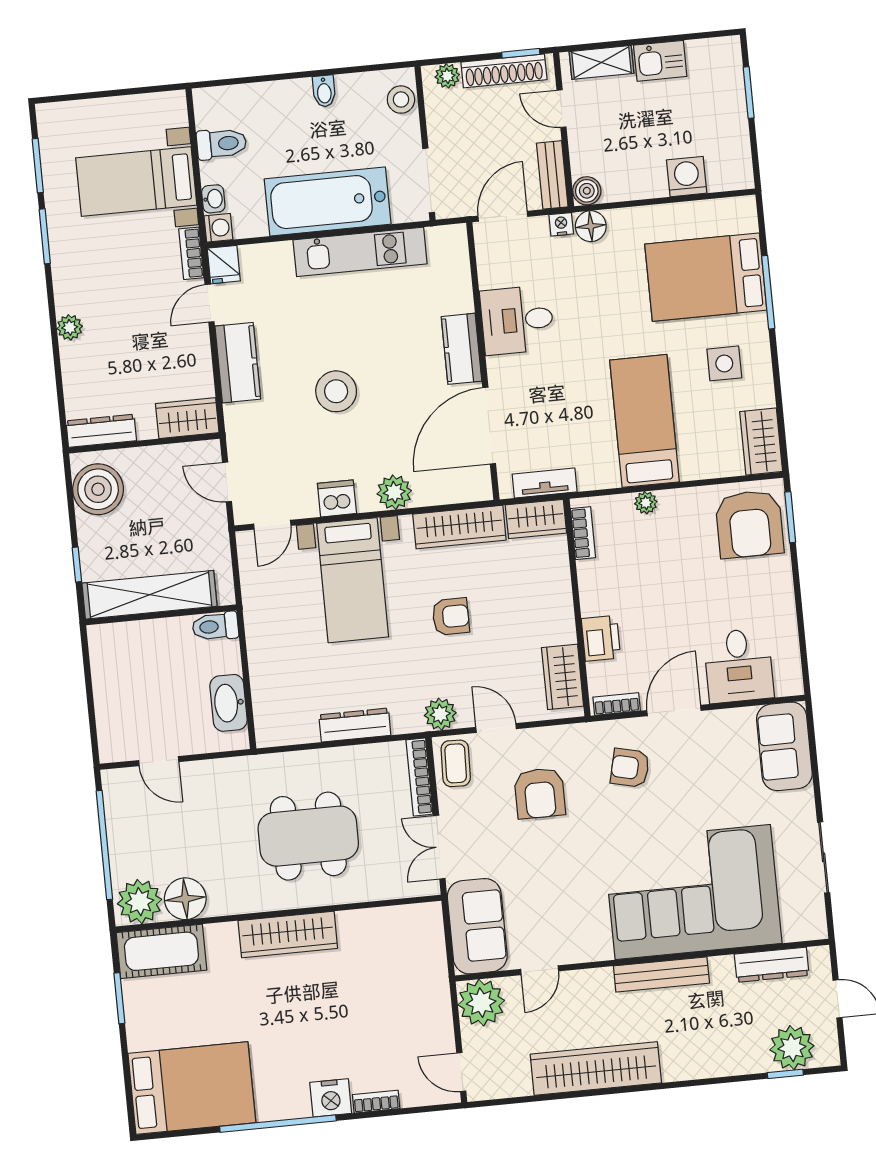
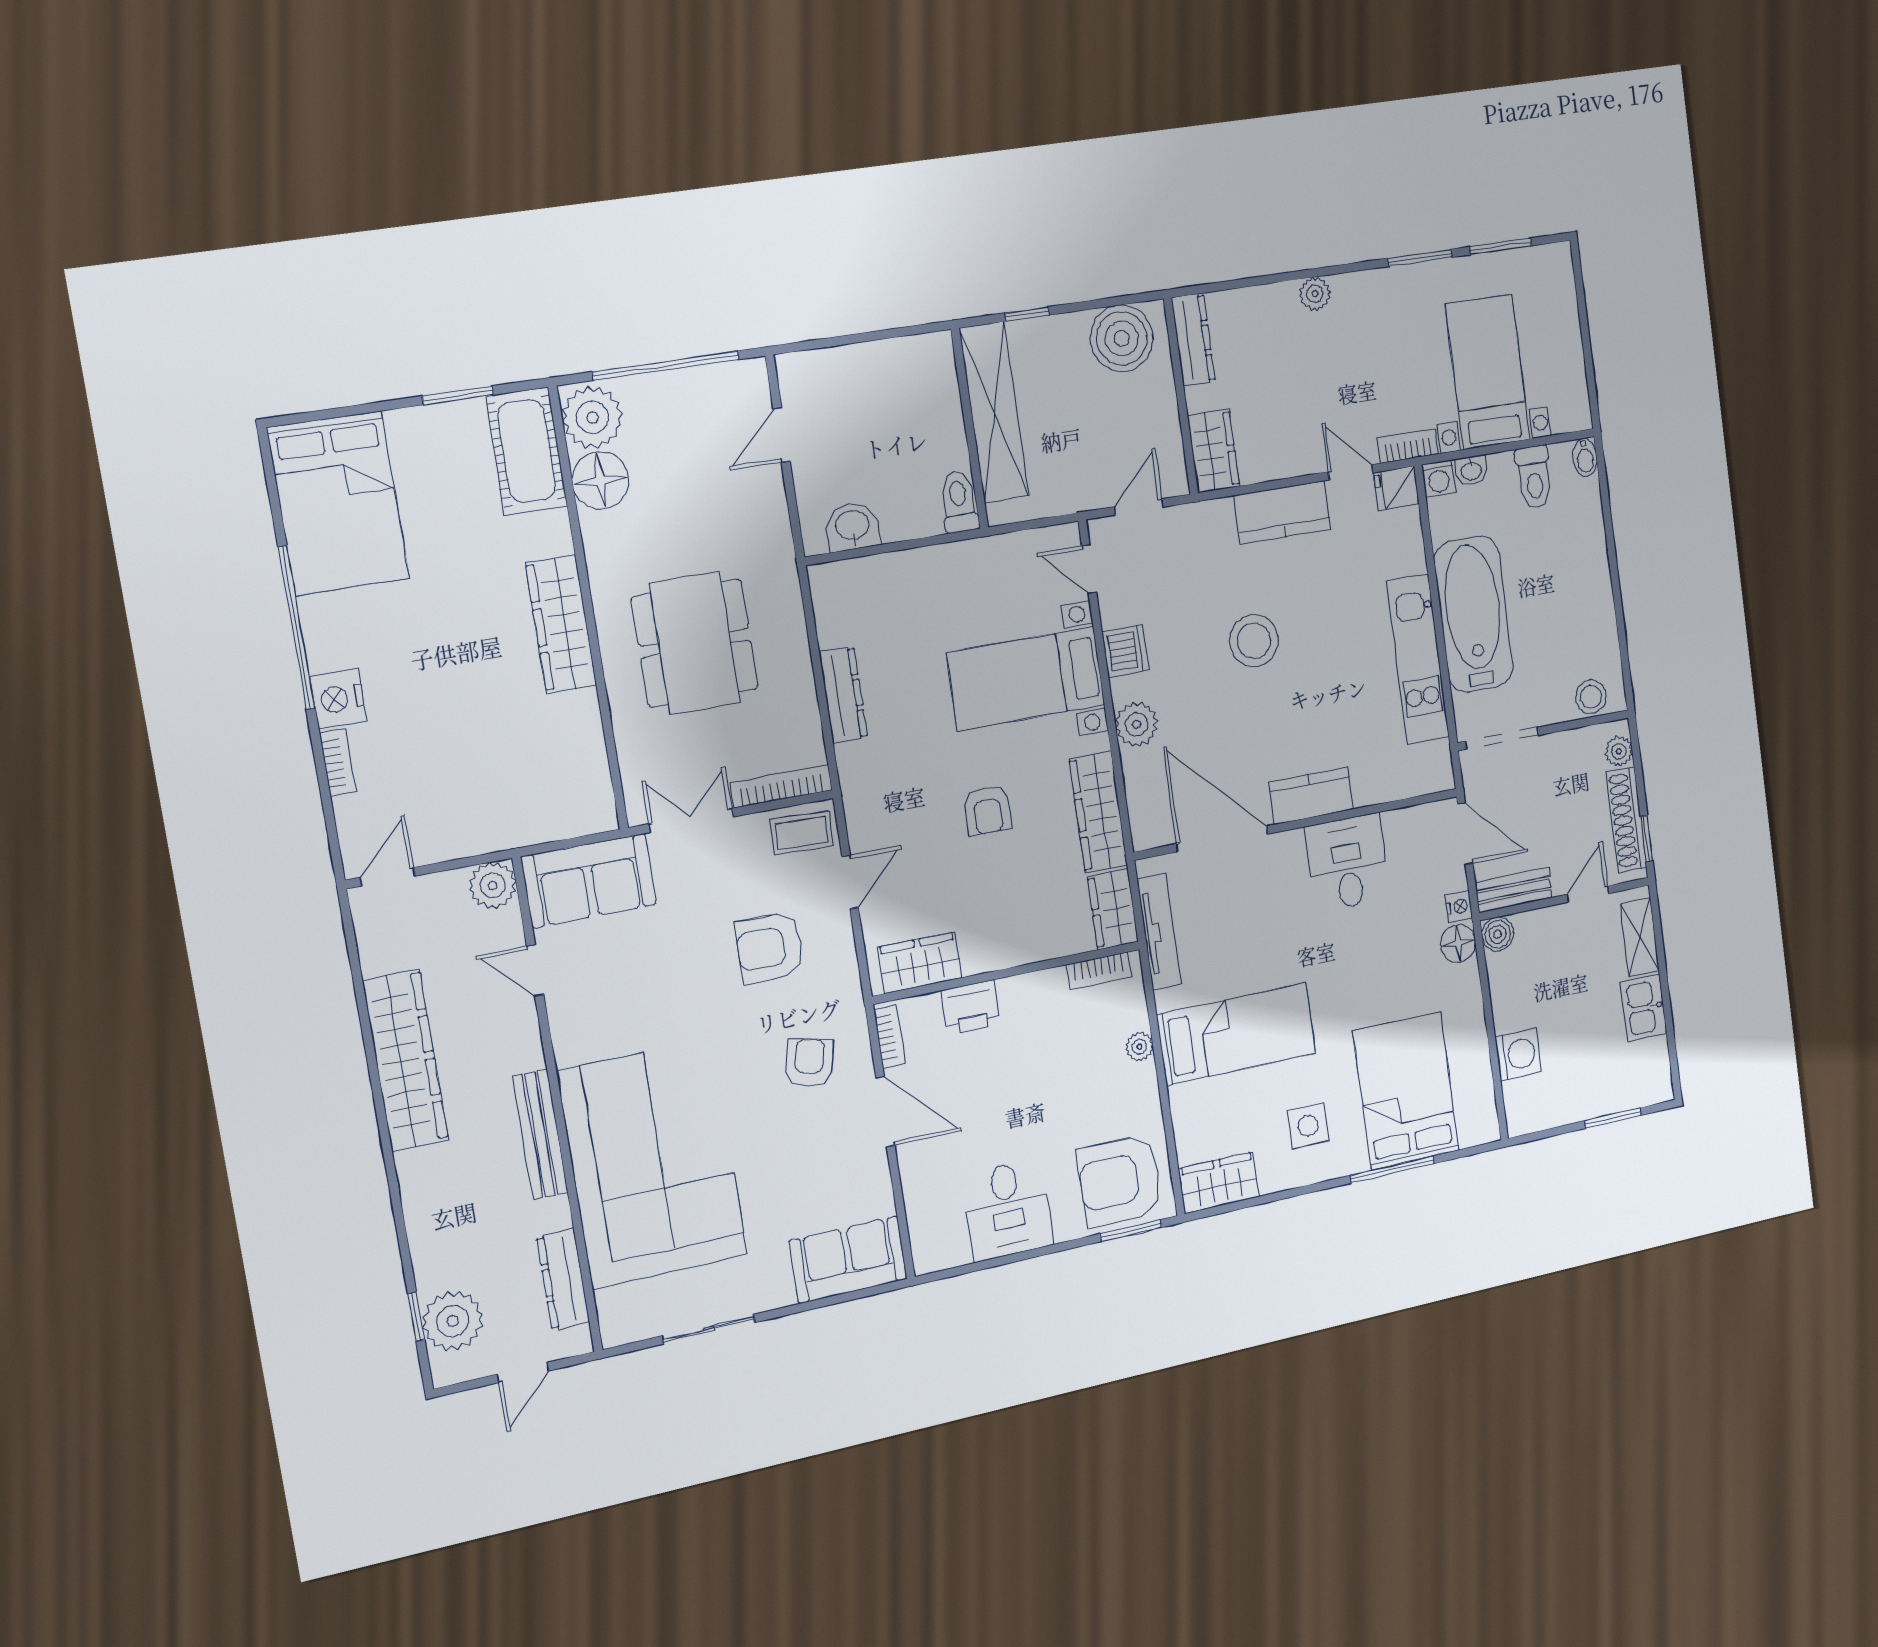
bidet: (324, 91) -> (1585, 457), moved, turned -90
tv unit: (545, 483) -> (1159, 932), width x1.41
desk: (739, 666) -> (1008, 1210), moved, turned -90
washbasin: (229, 703) -> (853, 526), width x0.72
plant: (440, 714) -> (864, 807), removed
plant: (481, 1003) -> (493, 885), width x0.73, depth x0.73

